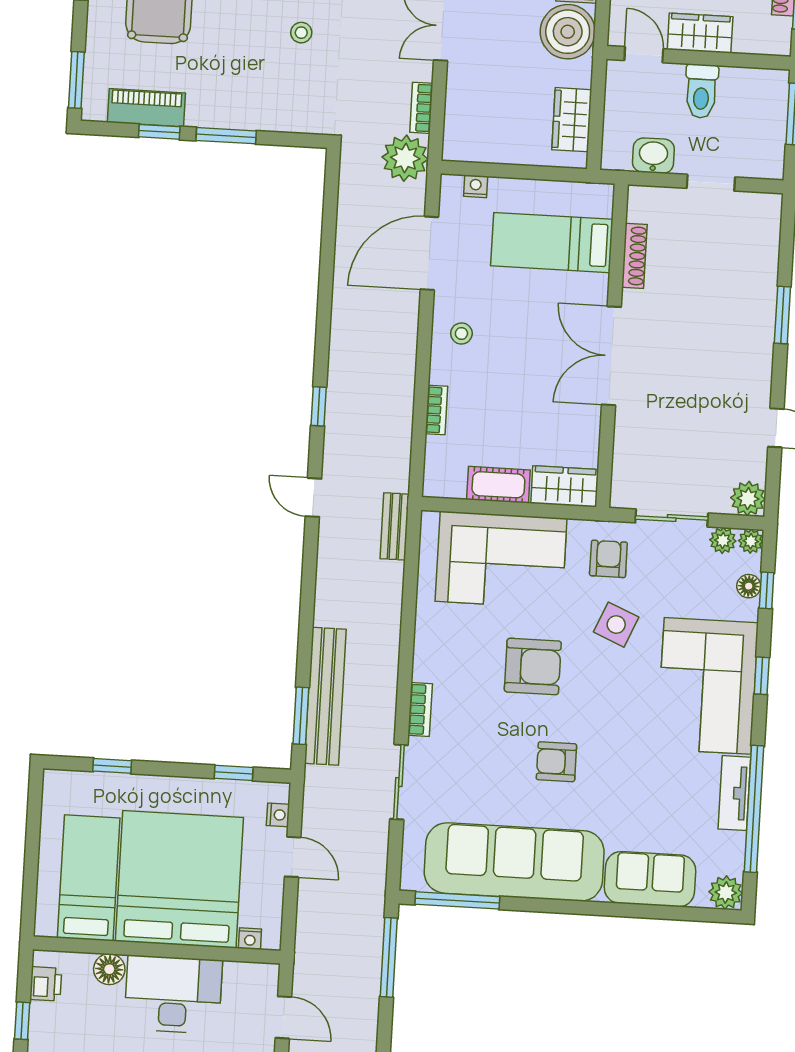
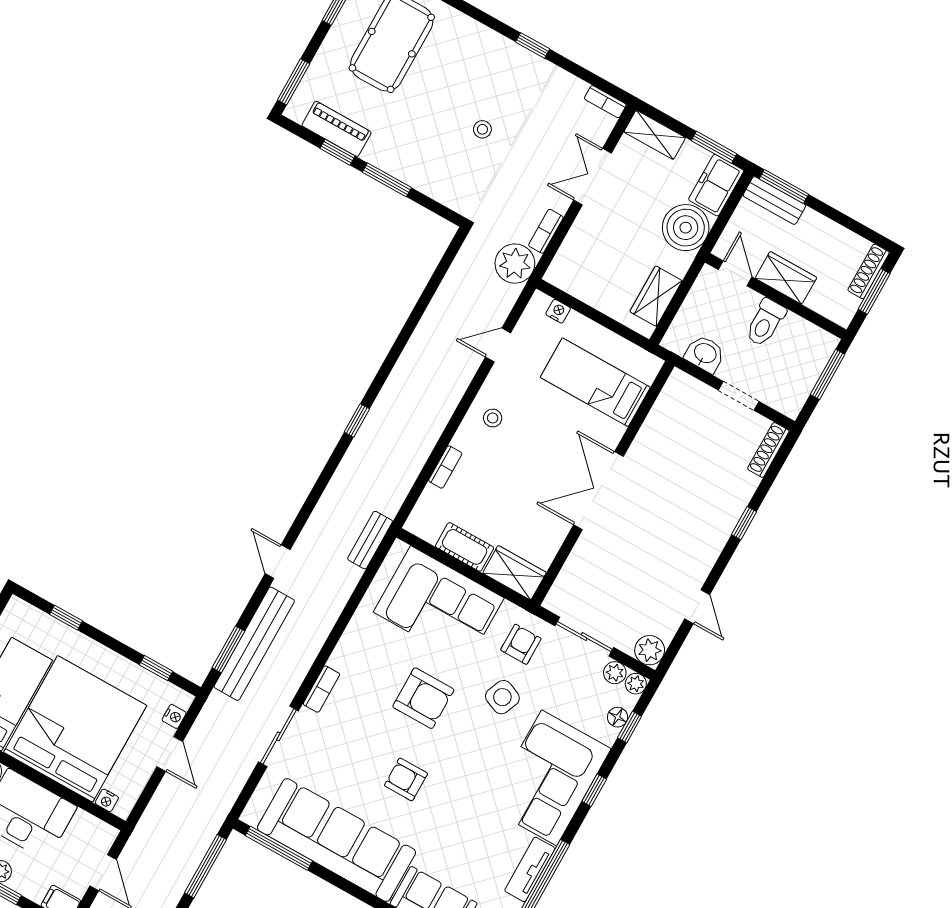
door: (429, 253) -> (498, 345), width x0.53
shoe rack: (634, 256) -> (768, 450), moved, turned 180
window: (782, 315) -> (744, 523), width x0.67
door: (313, 497) -> (278, 562), moved

